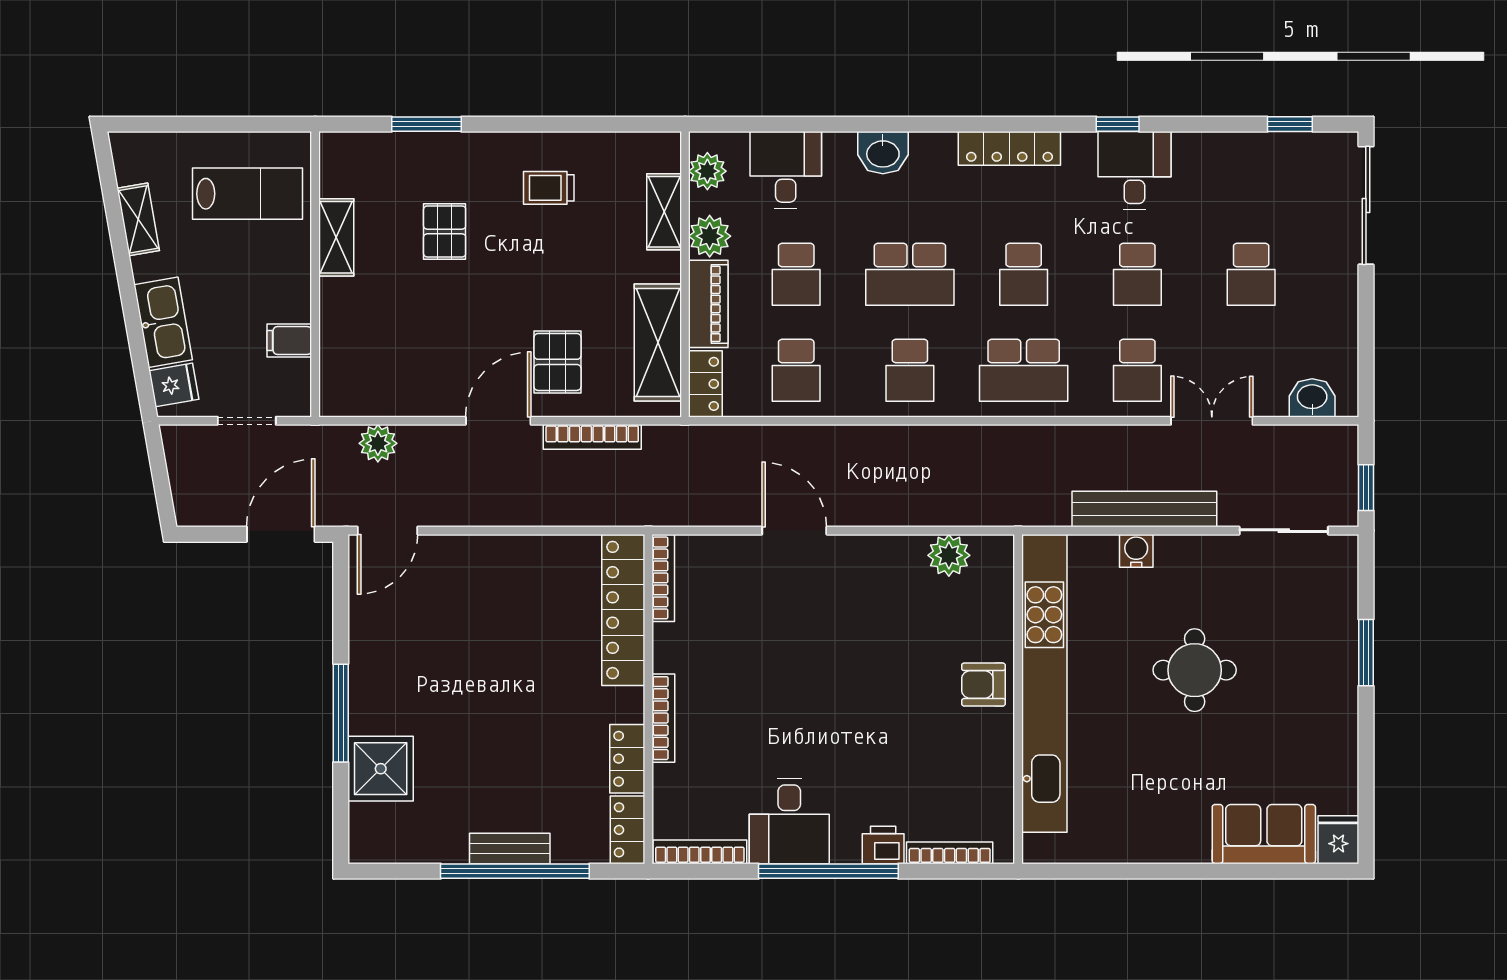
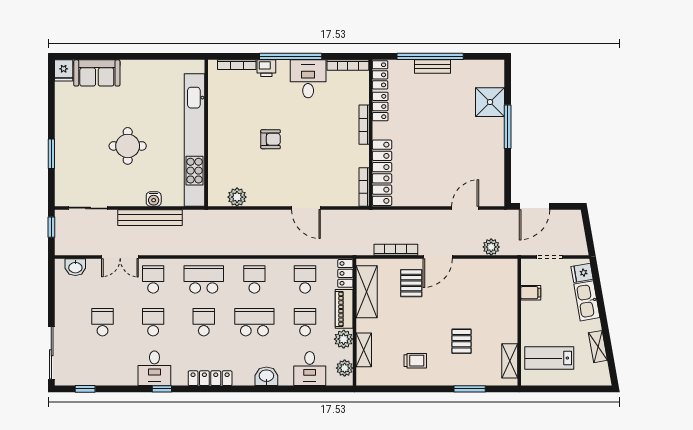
shelving: (336, 237) -> (510, 361), moved
door: (388, 531) -> (465, 208), moved
armchair: (983, 685) -> (271, 139), moved

